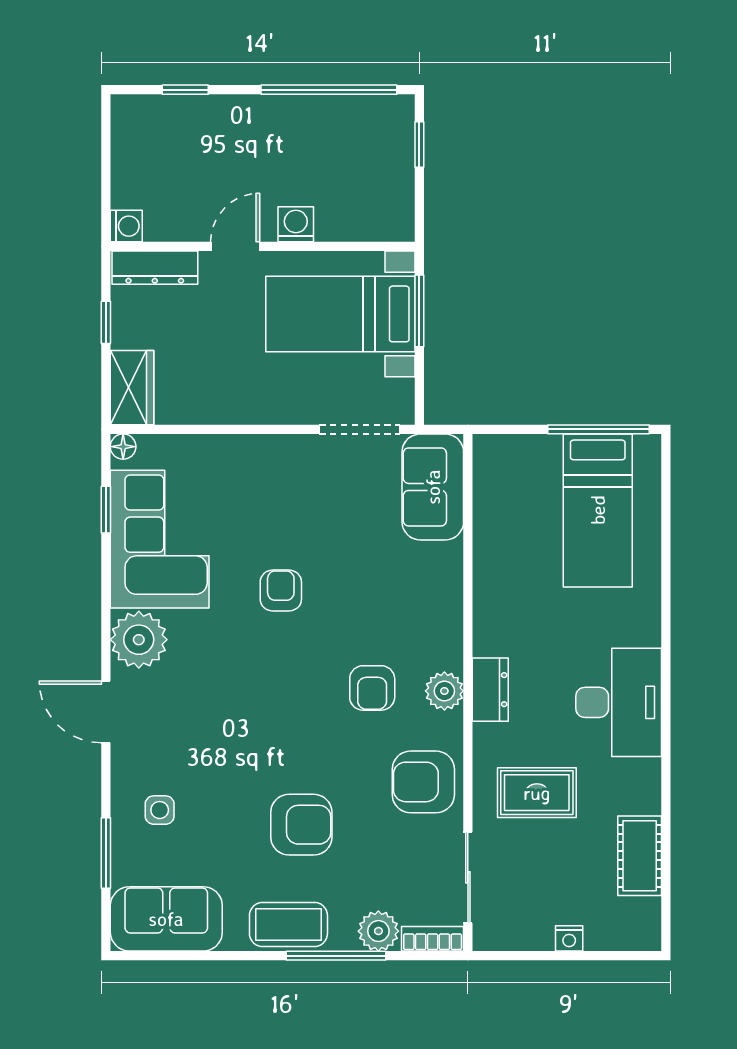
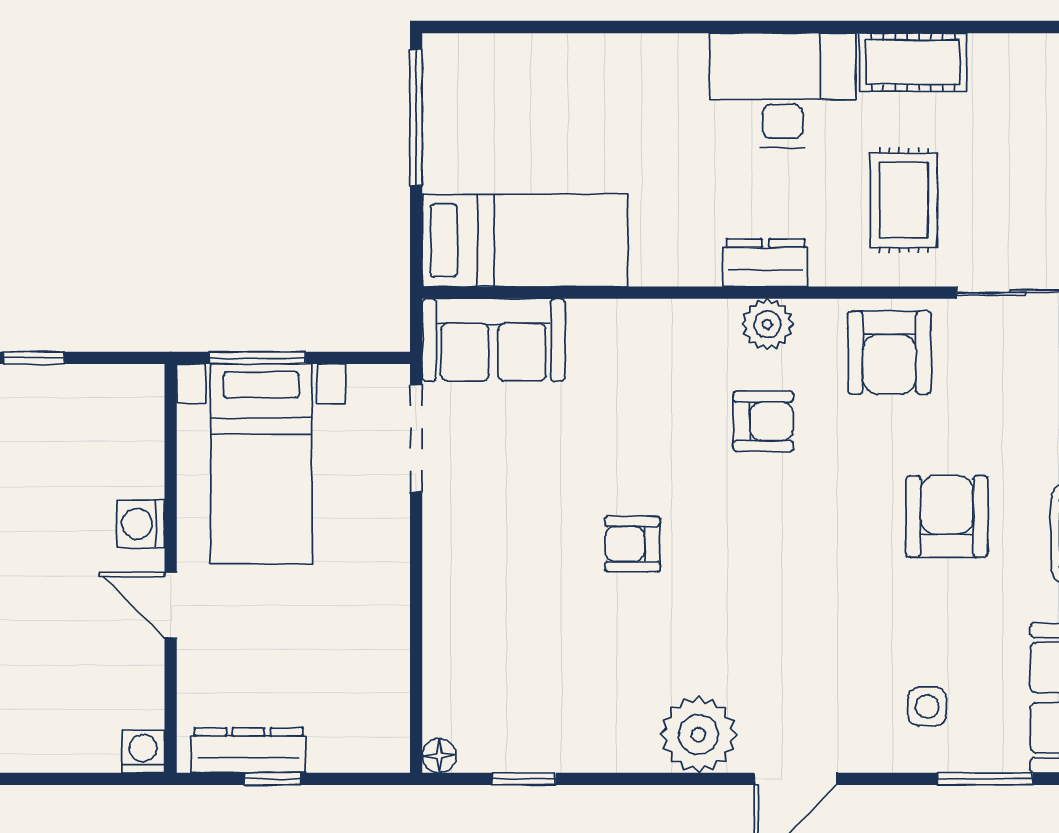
dresser: (155, 268) -> (249, 750), moved, turned -90
wardrobe: (132, 388) -> (360, 744), removed
bed: (598, 510) -> (525, 240), moved
corner sofa: (160, 539) -> (563, 707), removed
cot: (640, 856) -> (913, 62), moved

